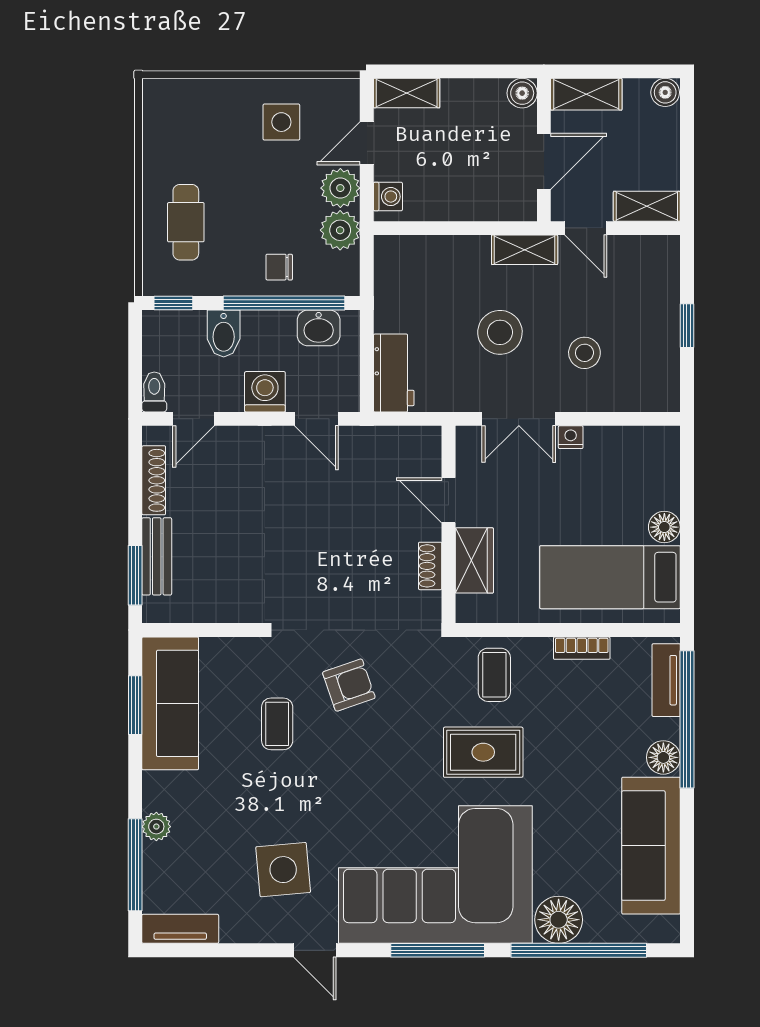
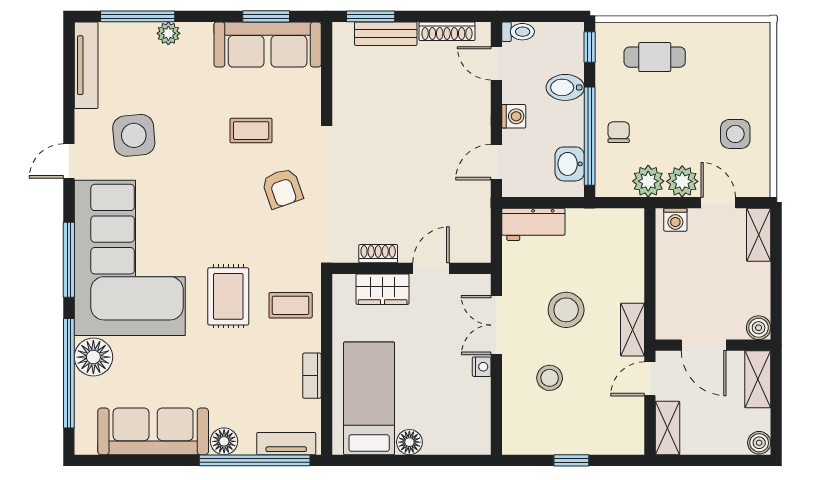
washing machine: (265, 392) -> (514, 116), width x0.73, depth x0.73
tv unit: (180, 929) -> (86, 65), width x1.41

